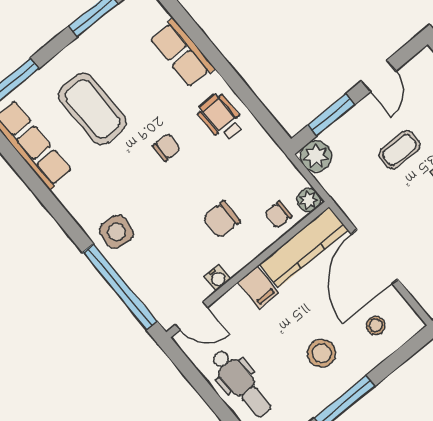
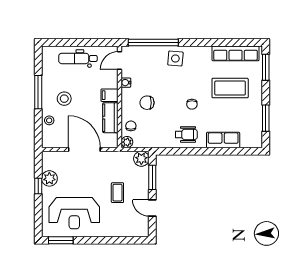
chair: (222, 219) -> (147, 103), turned -90
kitchen counter: (304, 247) -> (110, 118), width x0.67
stool: (376, 326) -> (49, 120), moved

